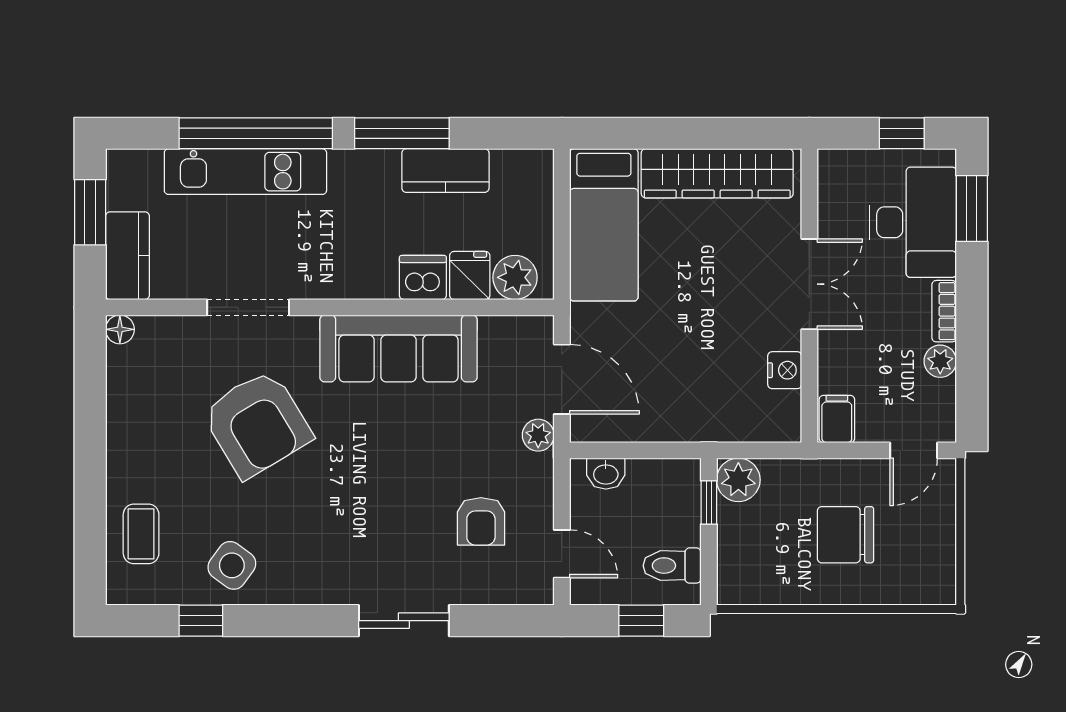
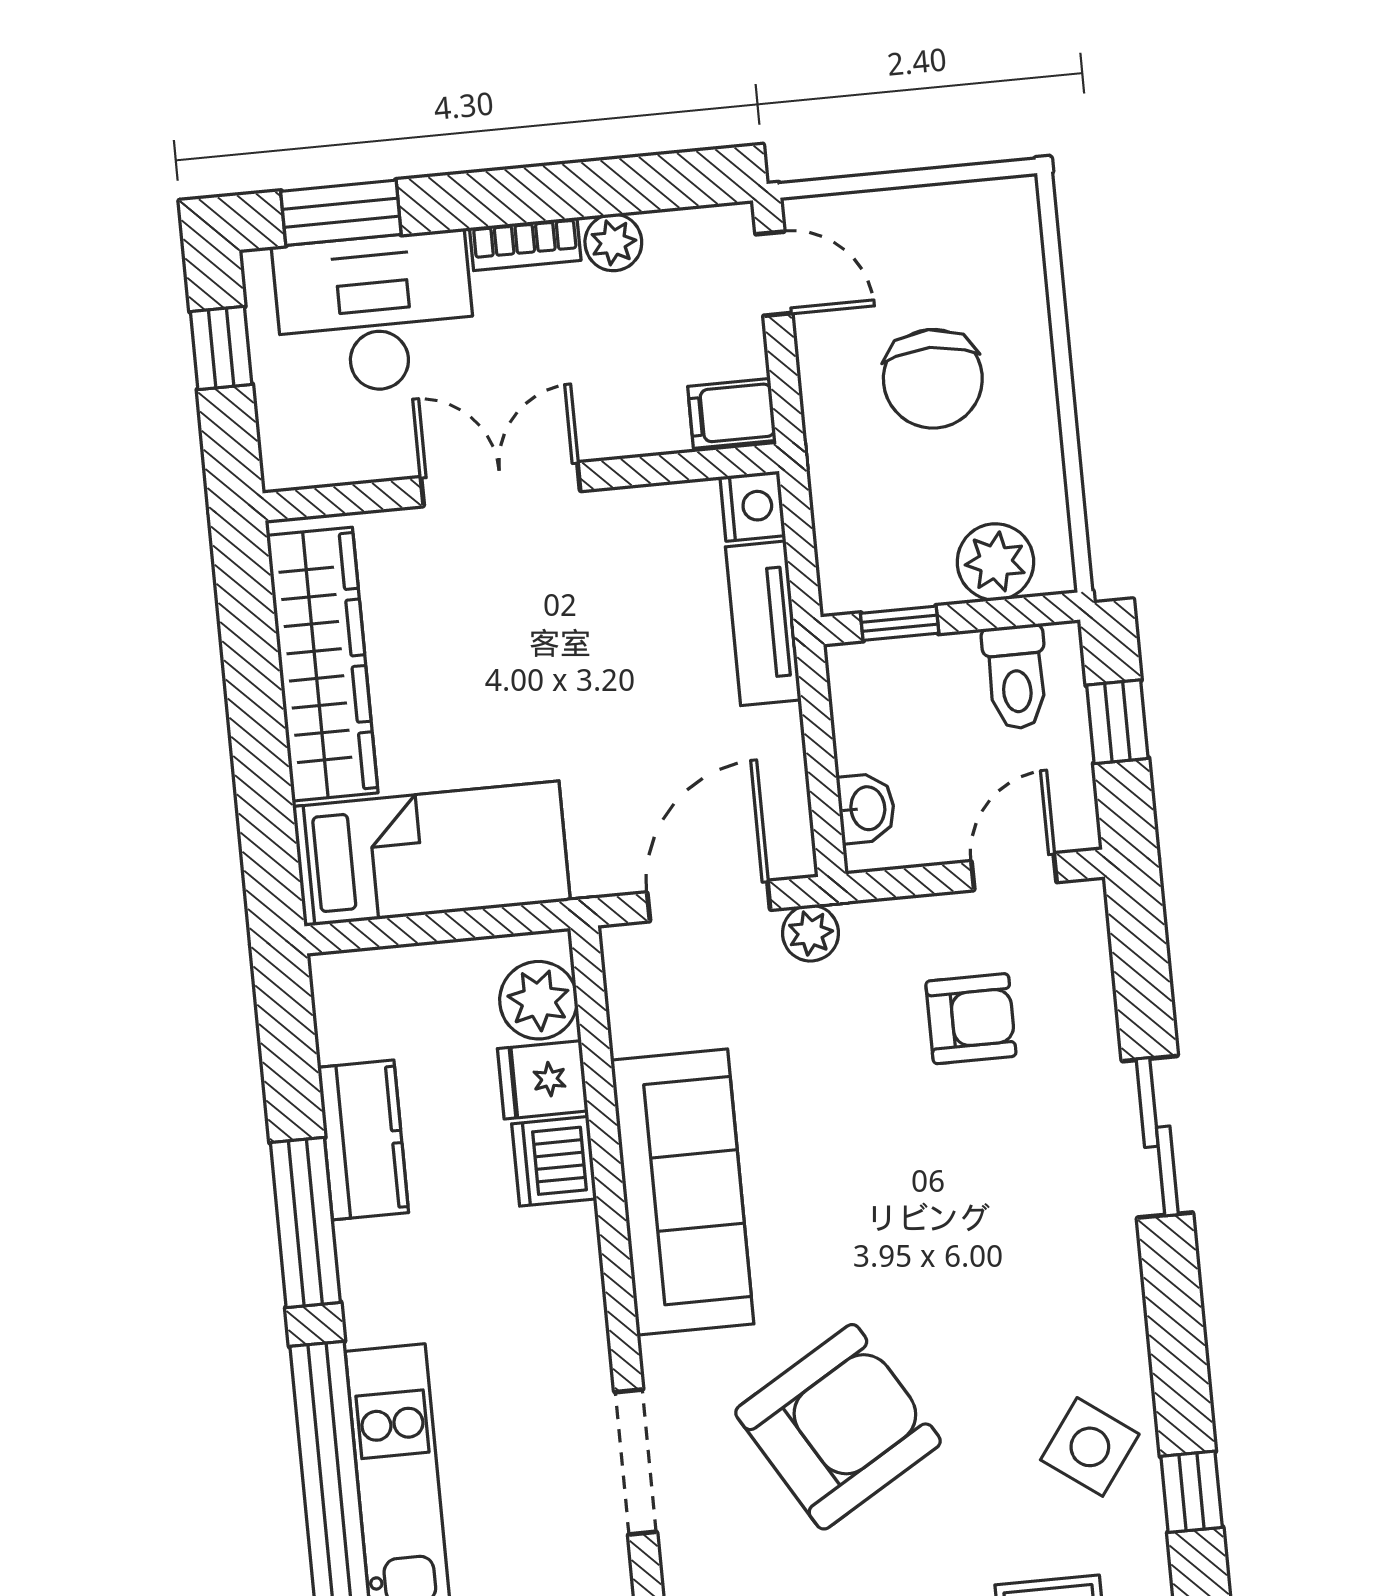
nightstand: (785, 370) -> (753, 506), moved, turned 90
tv unit: (716, 425) -> (763, 623), added
plant: (738, 480) -> (995, 562), moved

